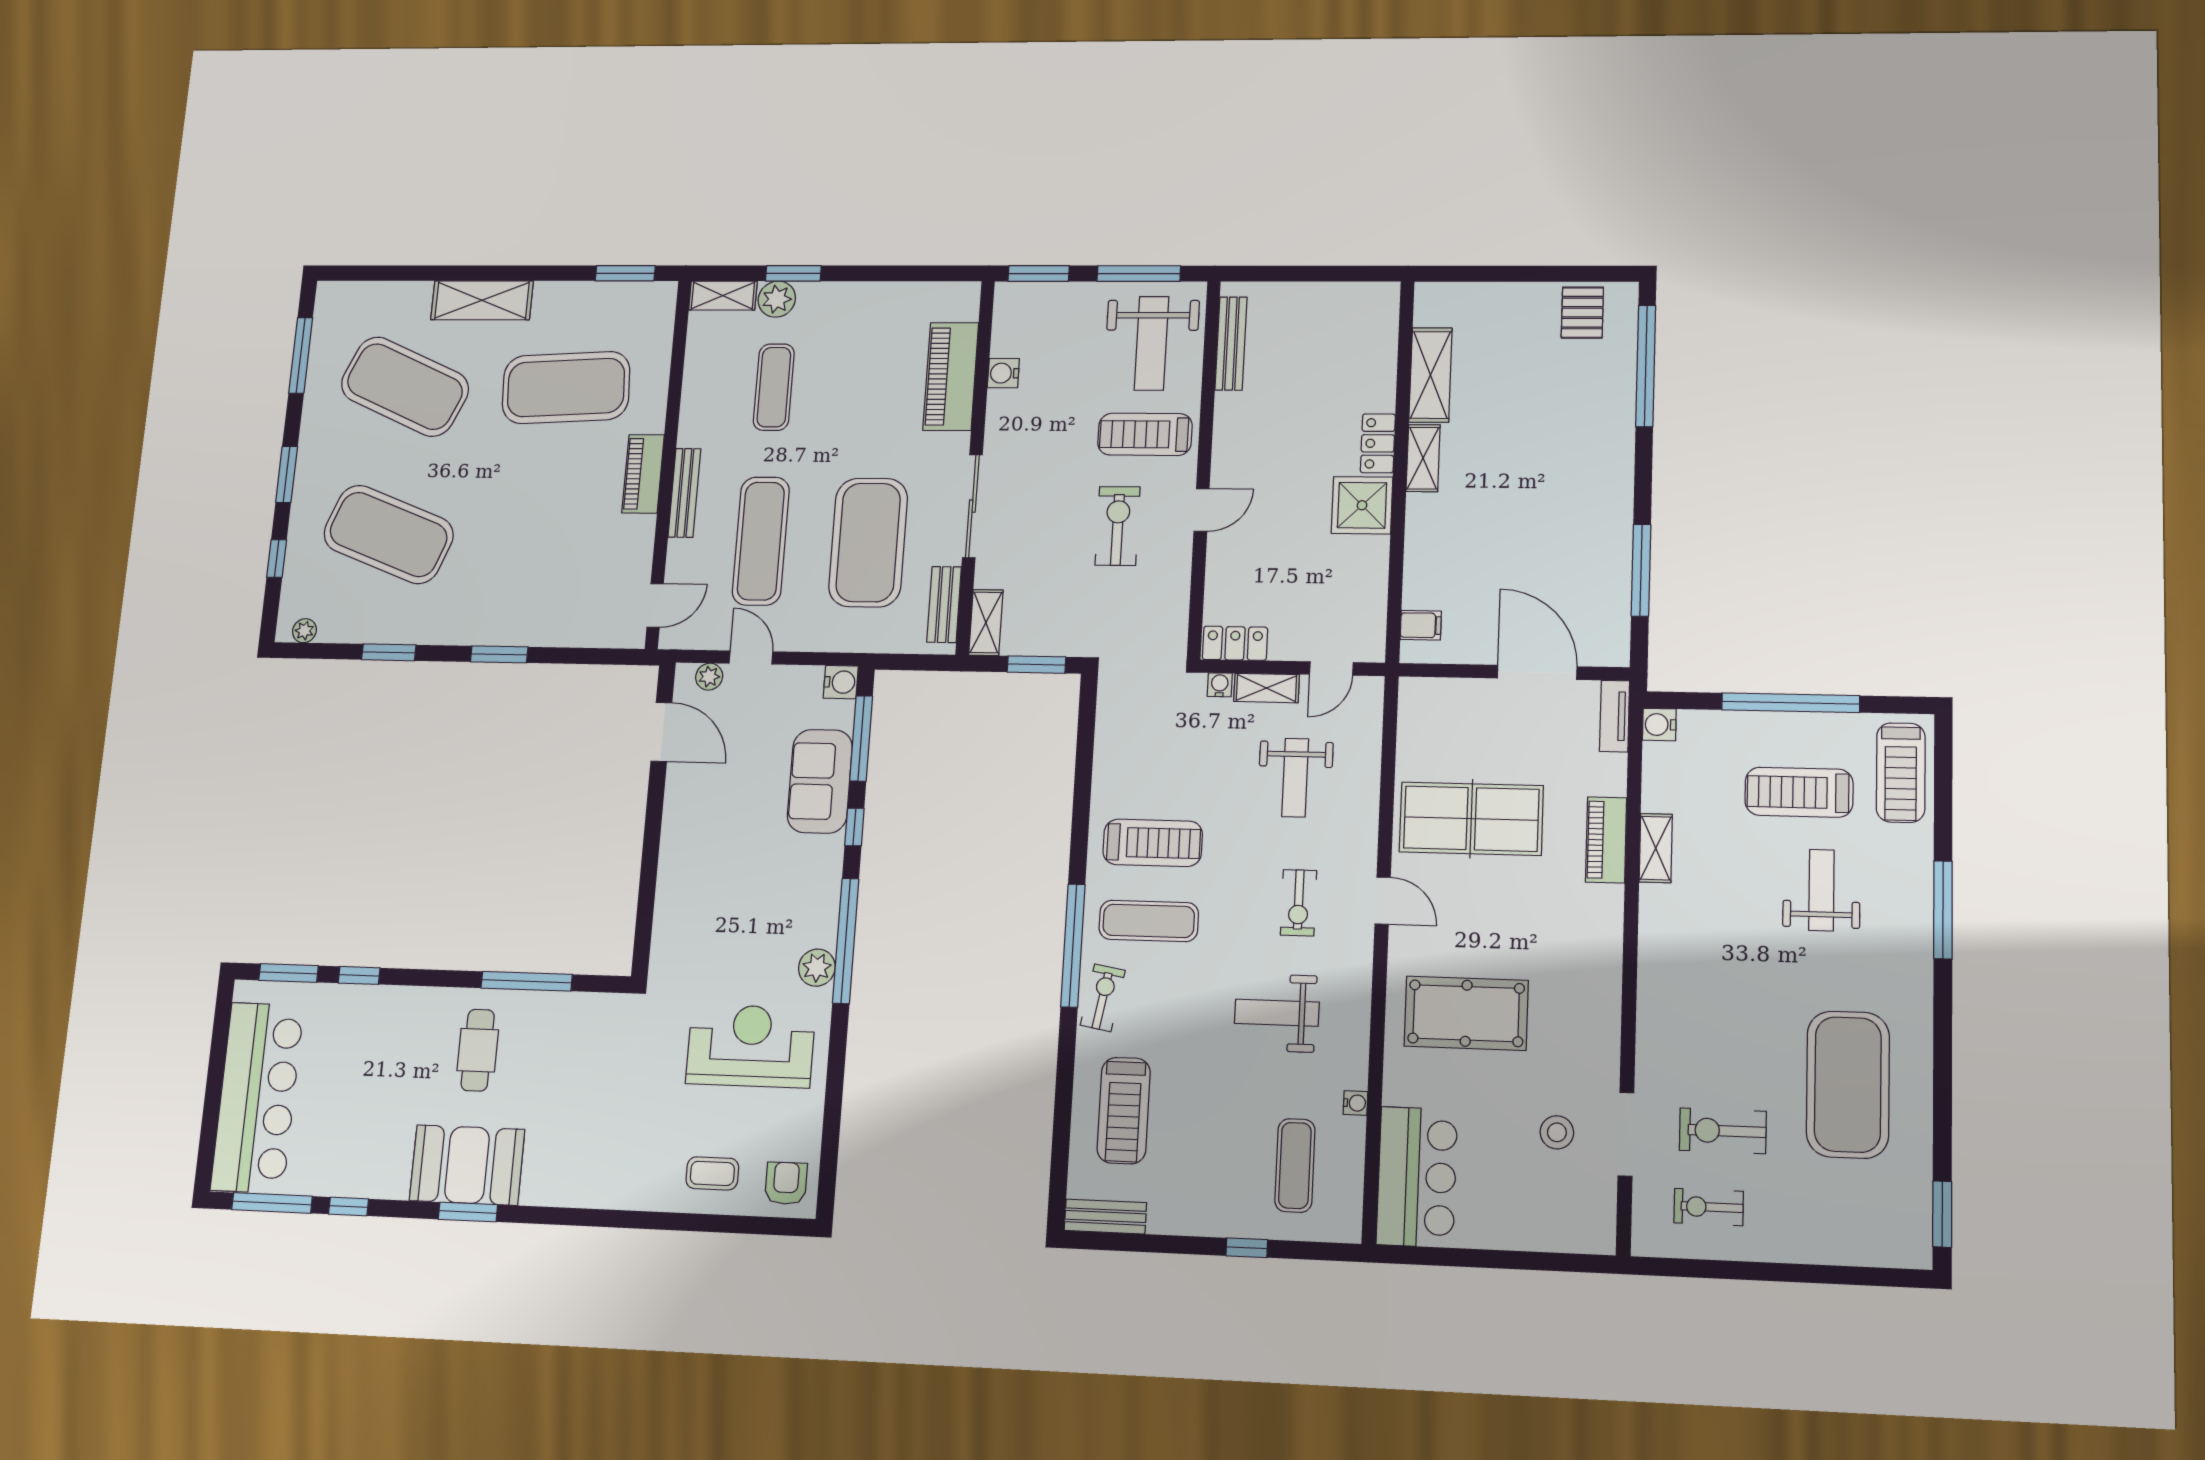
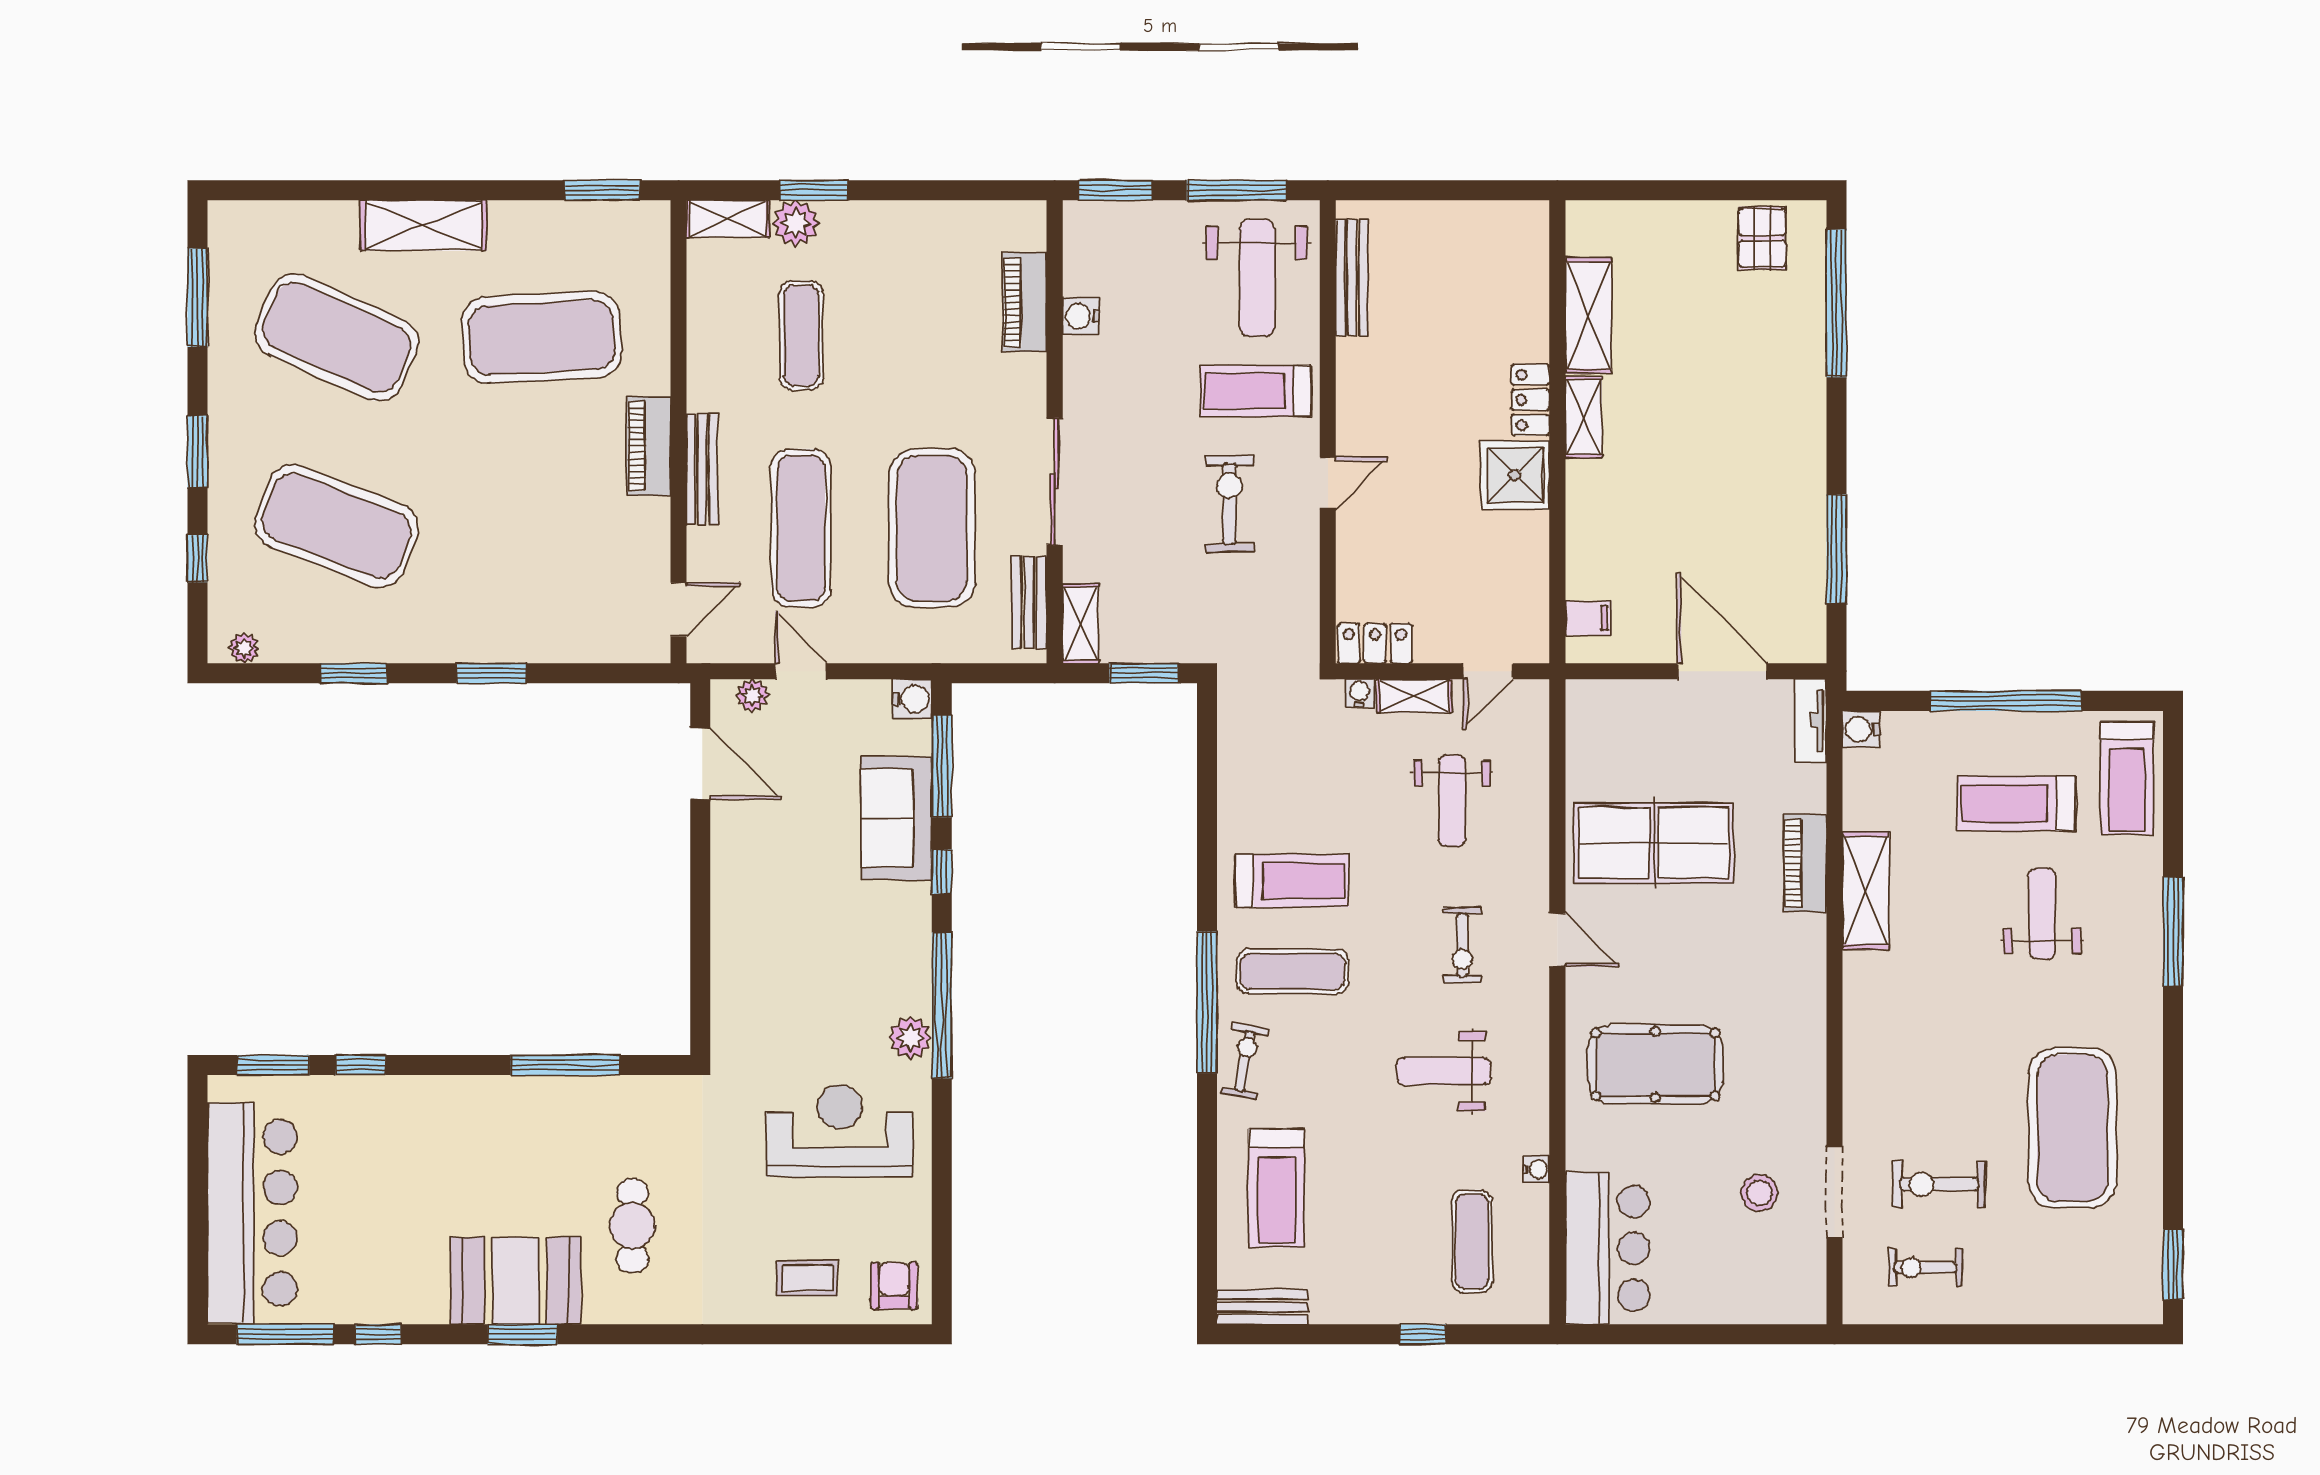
piano: (951, 376) -> (1025, 302), width x0.73, depth x0.75
shelving: (1656, 848) -> (1866, 891), width x1.50, depth x1.33
cafe table: (478, 1050) -> (632, 1226), moved

